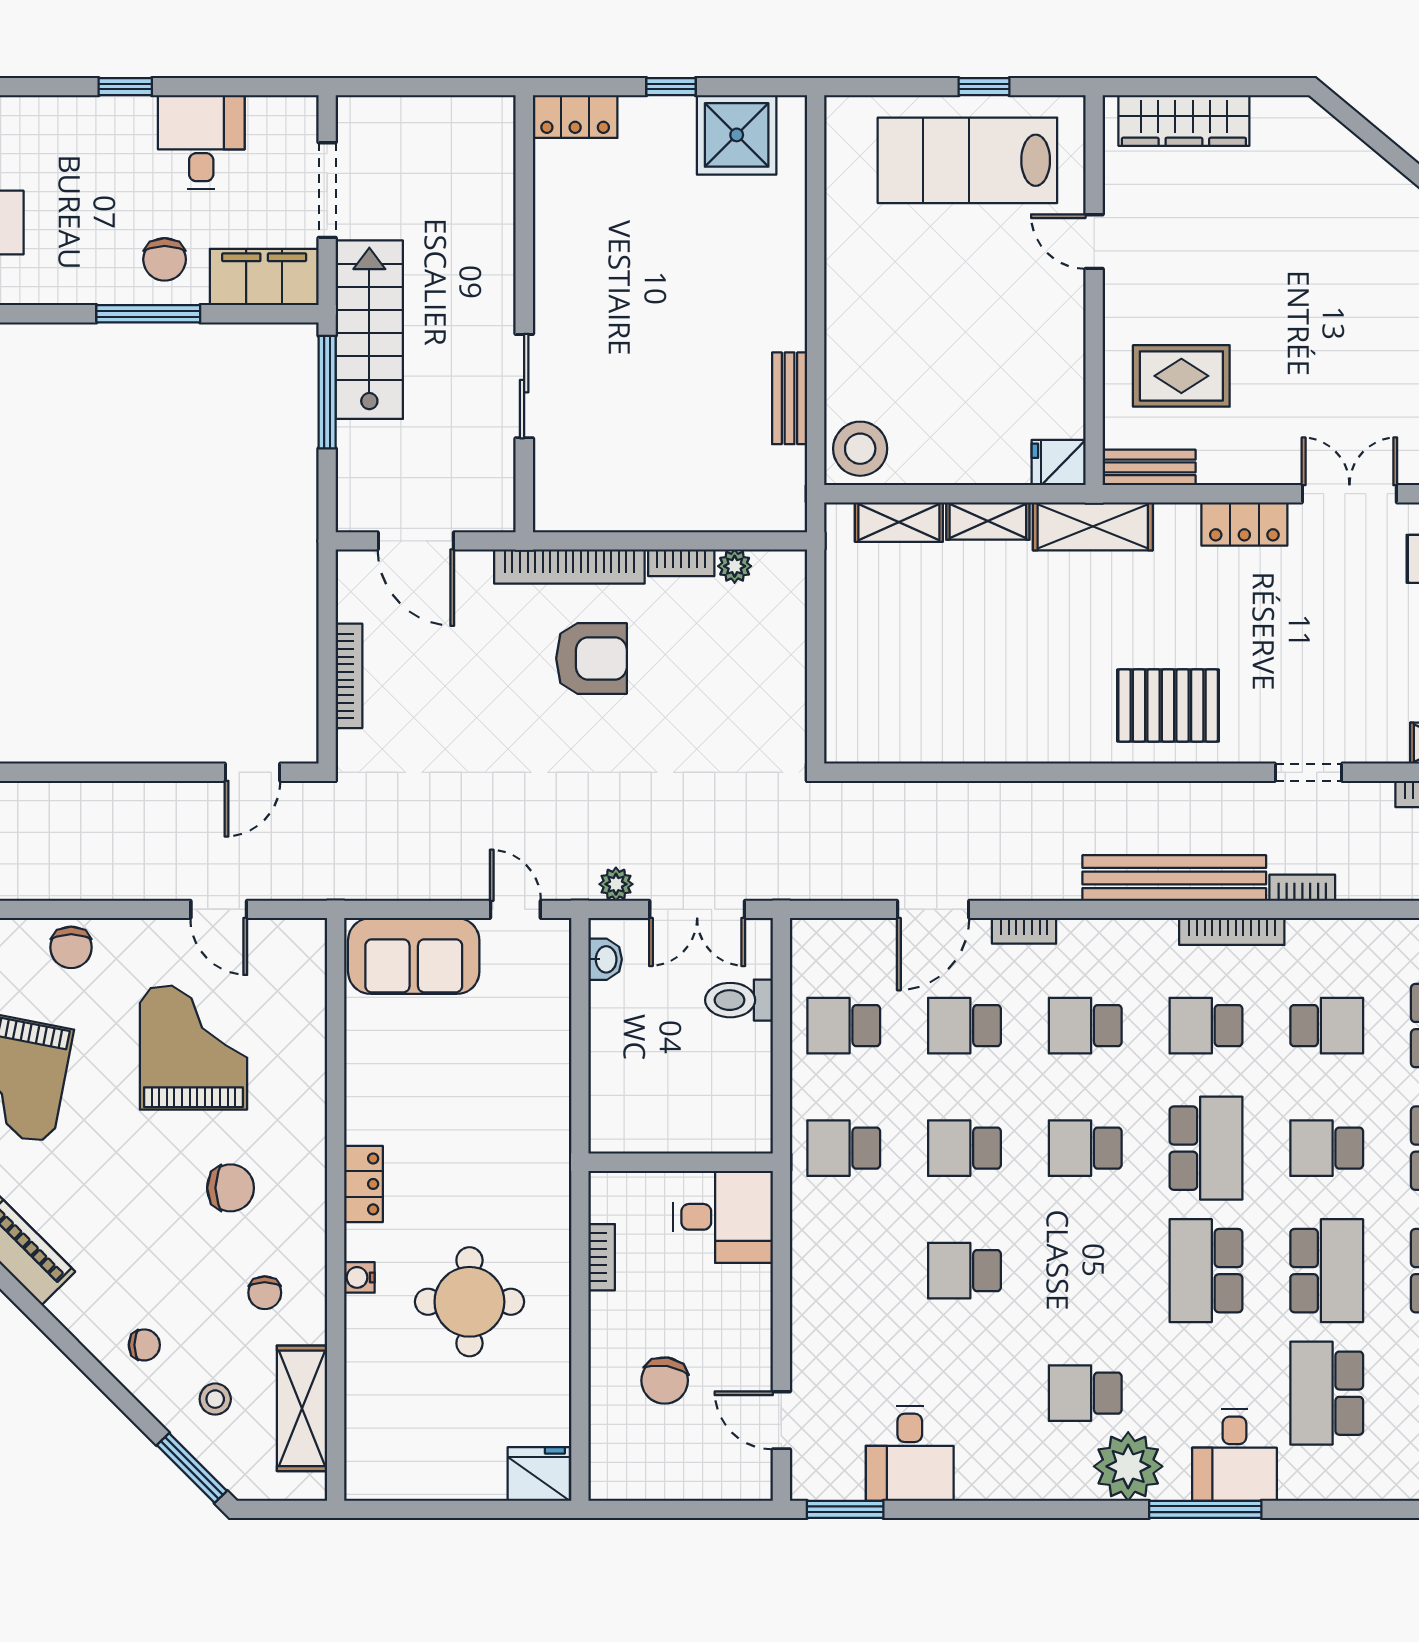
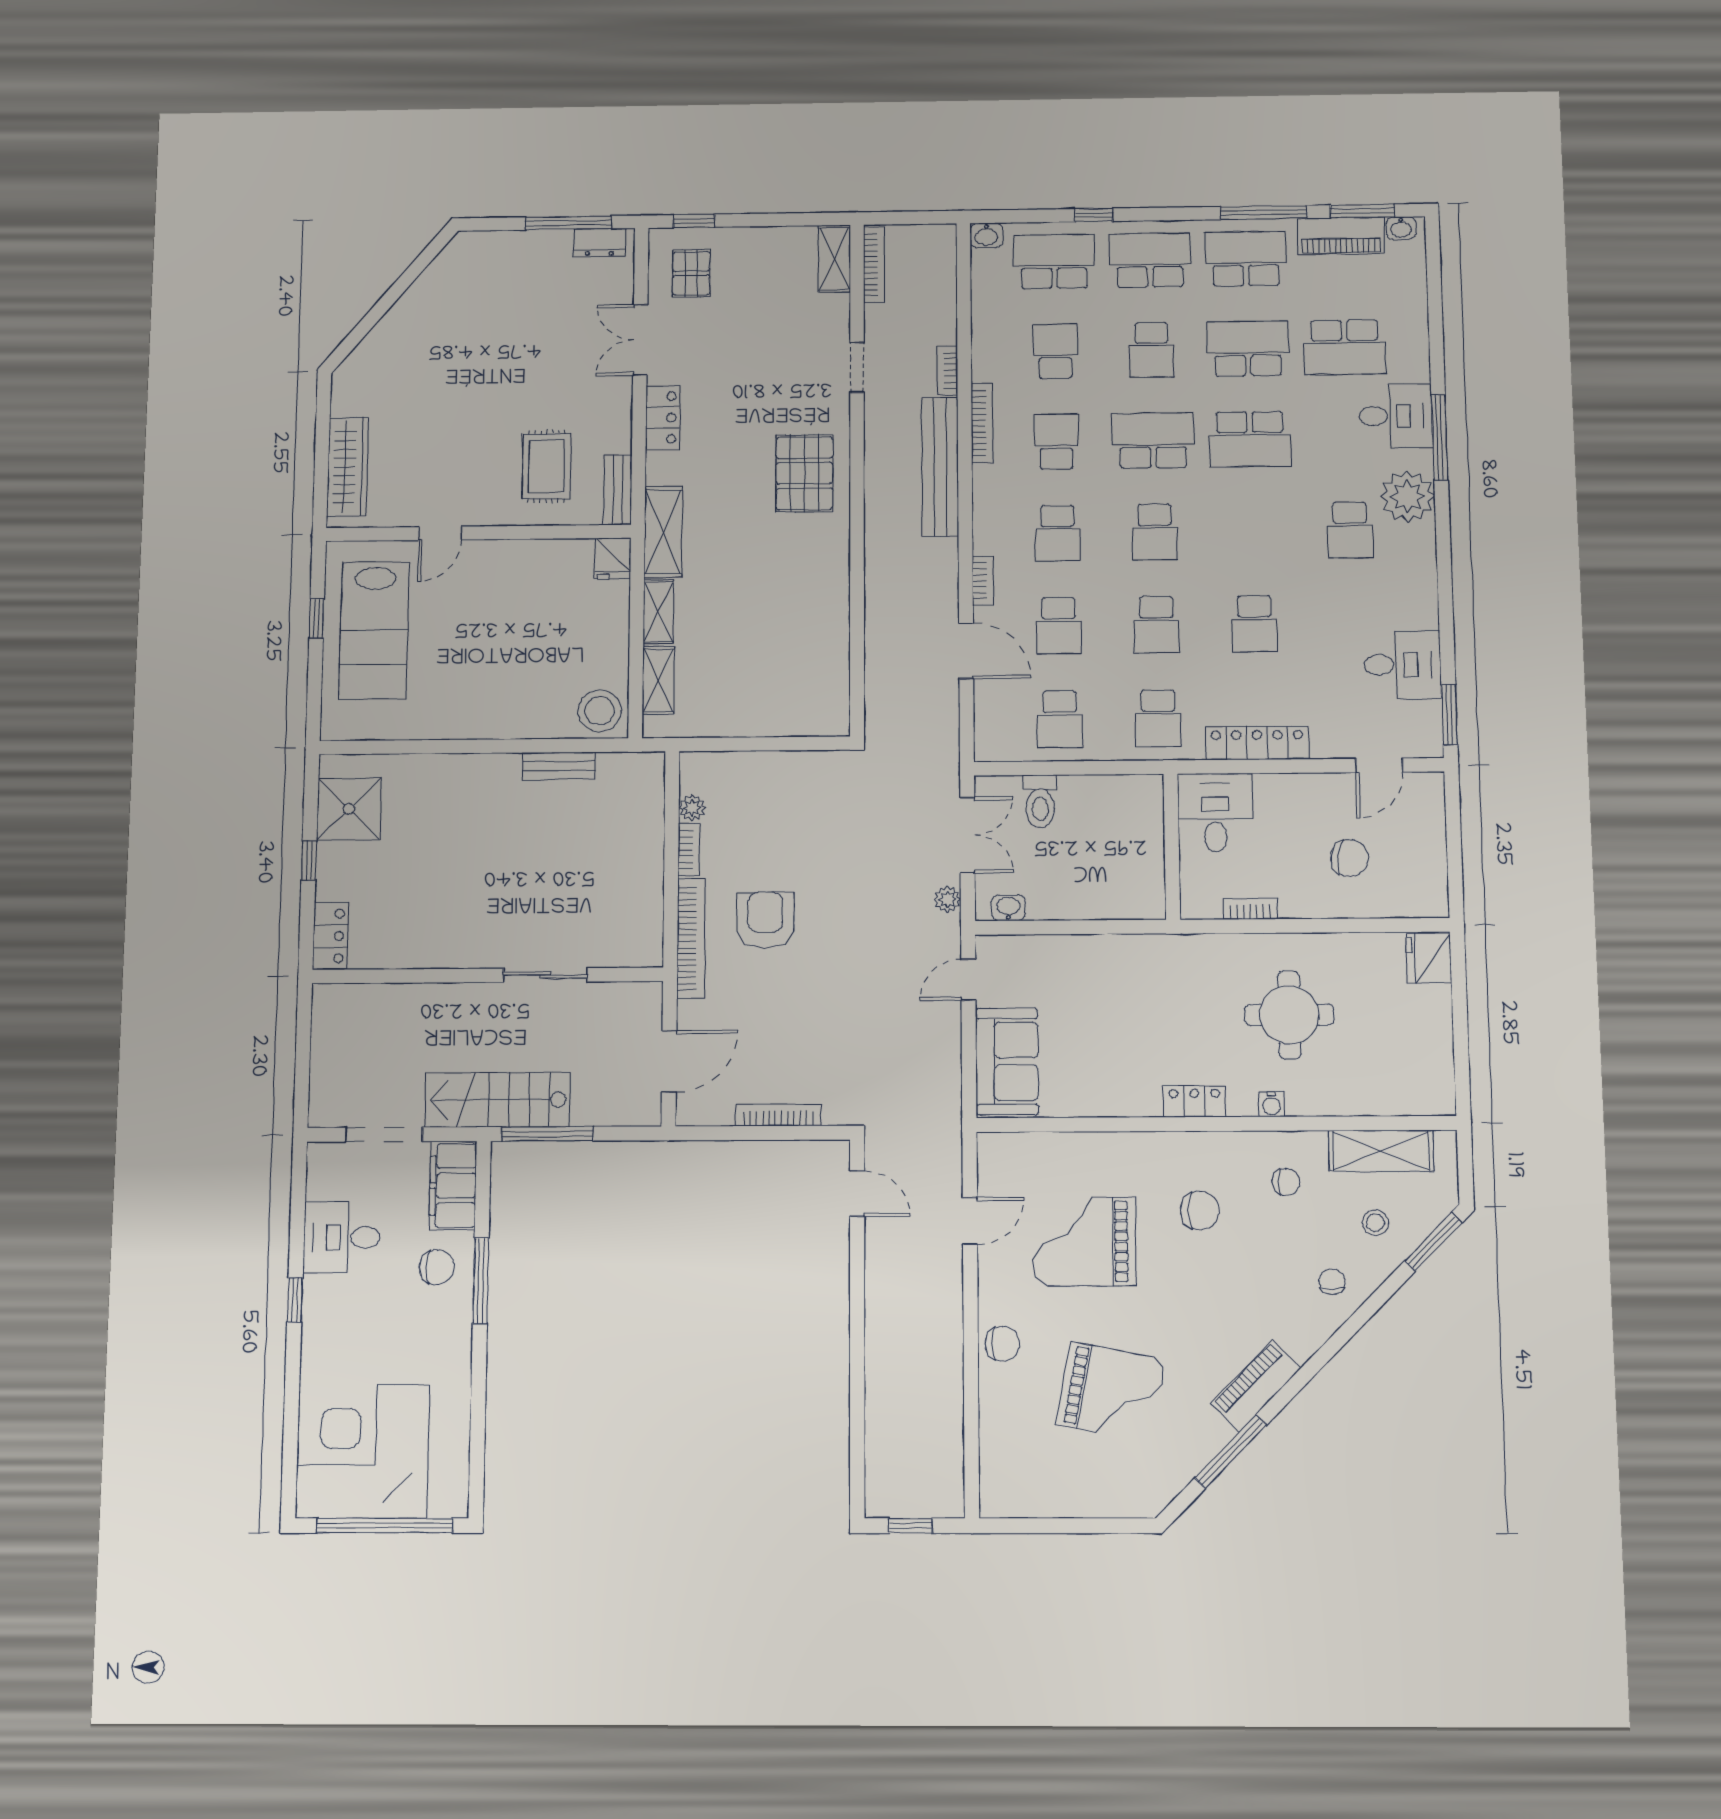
school desk: (1206, 1026) -> (1056, 442), turned 180
chair: (231, 1188) -> (1200, 1211), turned 90
locker: (811, 1270) -> (1257, 743), added

